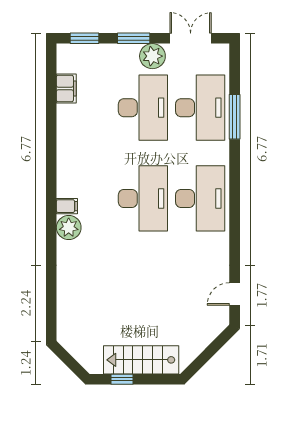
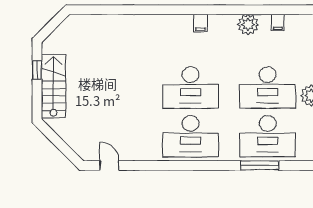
filing cabinet: (66, 89) -> (278, 22), width x0.50
filing cabinet: (67, 206) -> (200, 23), moved
plant: (69, 228) -> (248, 24), moved

